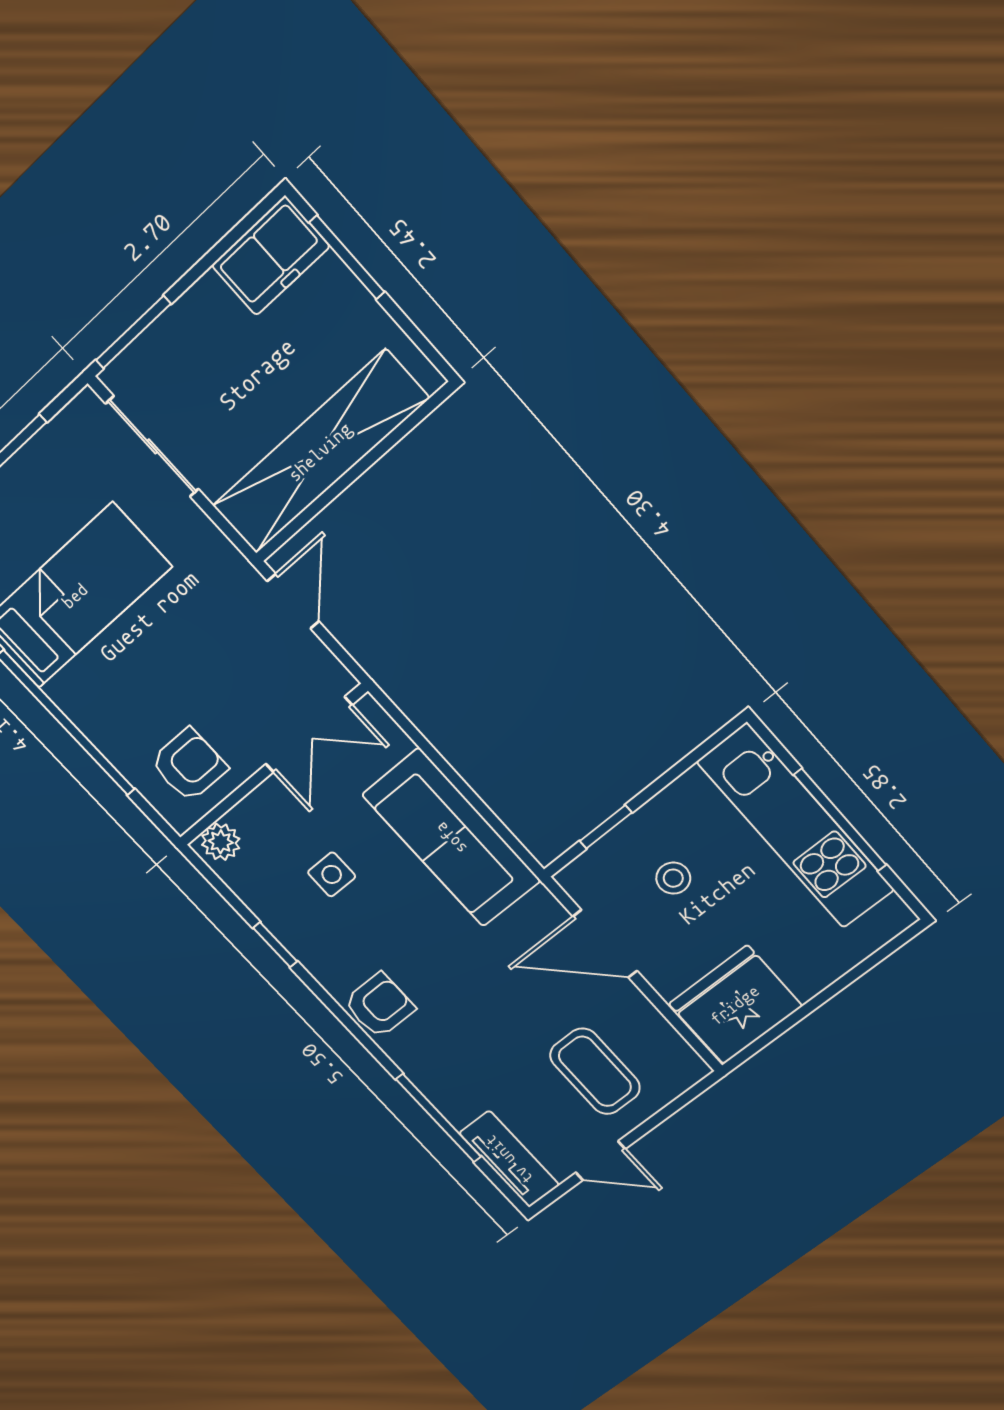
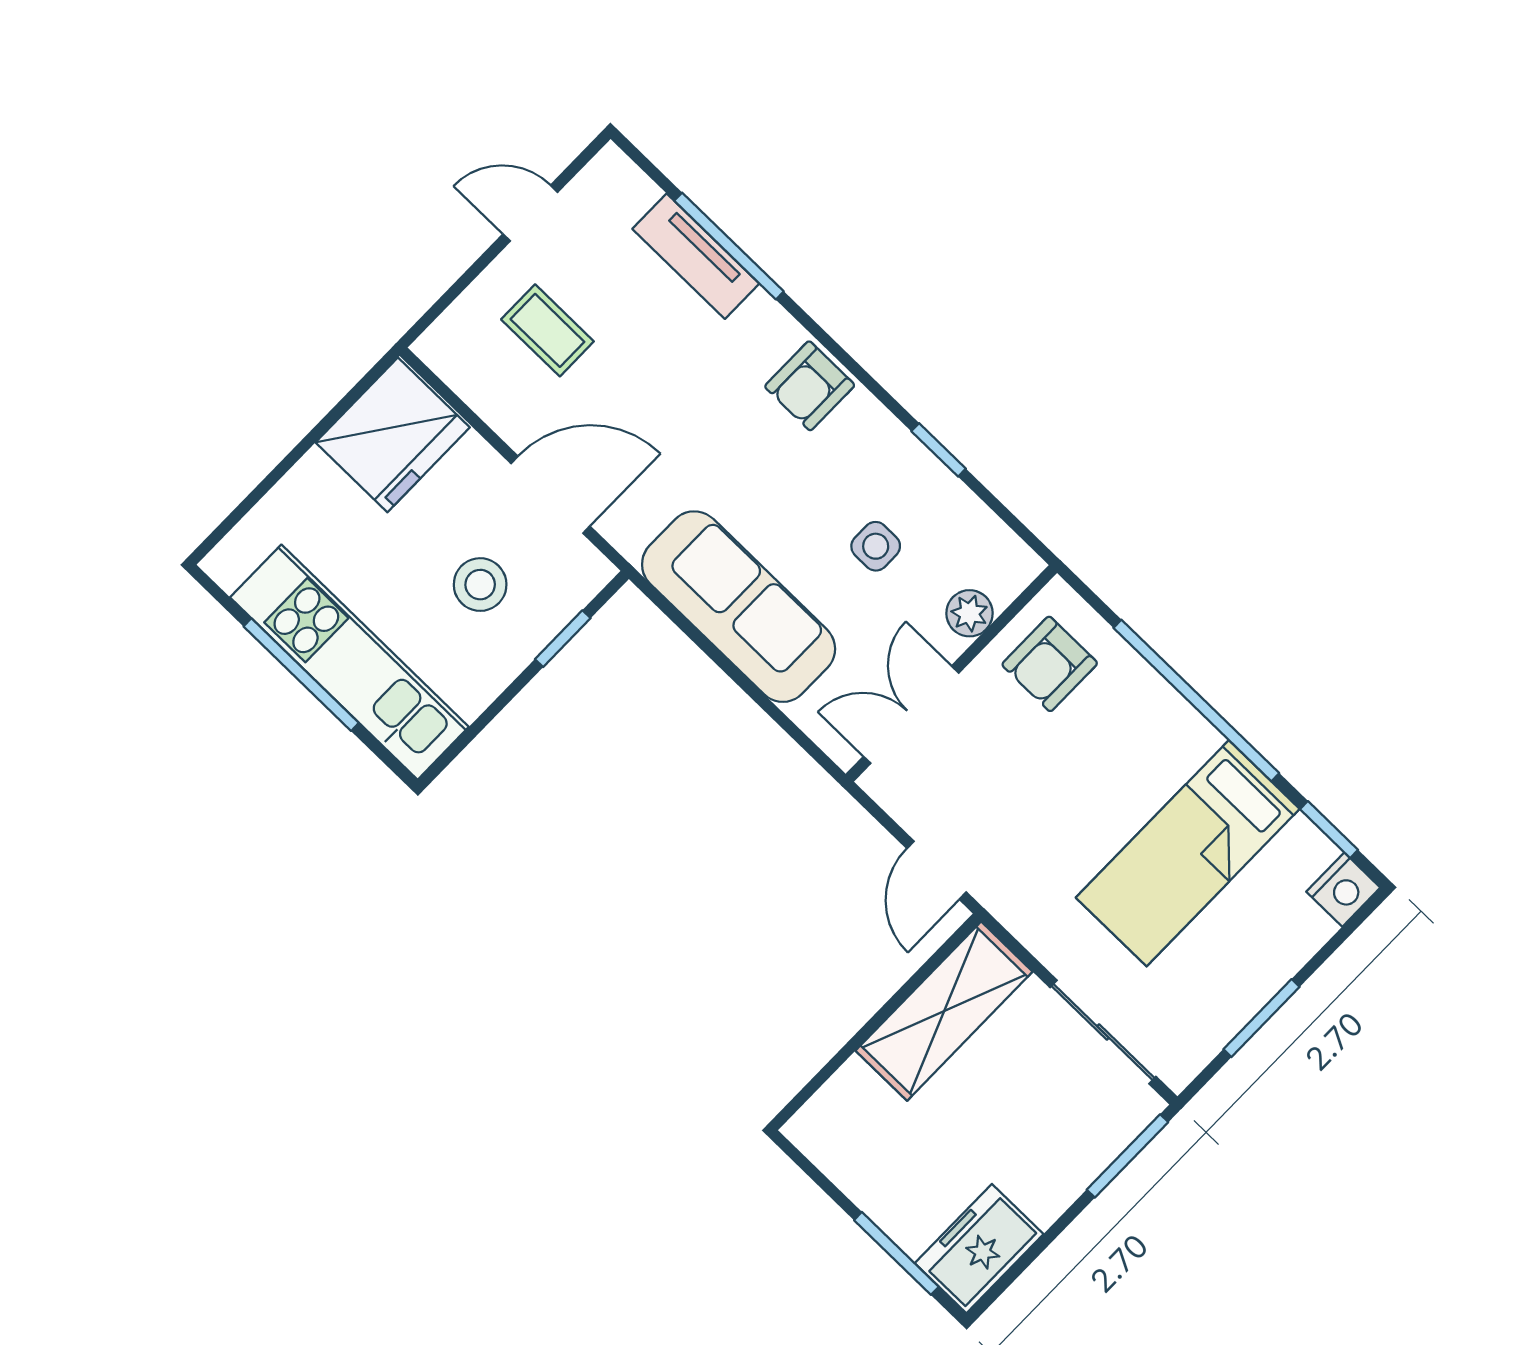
shelving: (320, 452) -> (944, 1011), width x0.68
plant: (221, 842) -> (969, 613), moved
stool: (673, 878) -> (480, 585), width x1.37, depth x1.37
coffee table: (595, 1071) -> (547, 330), width x0.73, depth x0.77
tv unit: (509, 1159) -> (696, 256), moved

